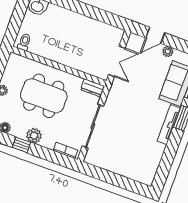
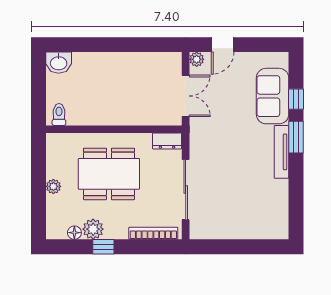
plant: (168, 51) -> (197, 59), moved
plant: (34, 136) -> (93, 229), moved
bookcase: (65, 150) -> (153, 233), width x1.56

